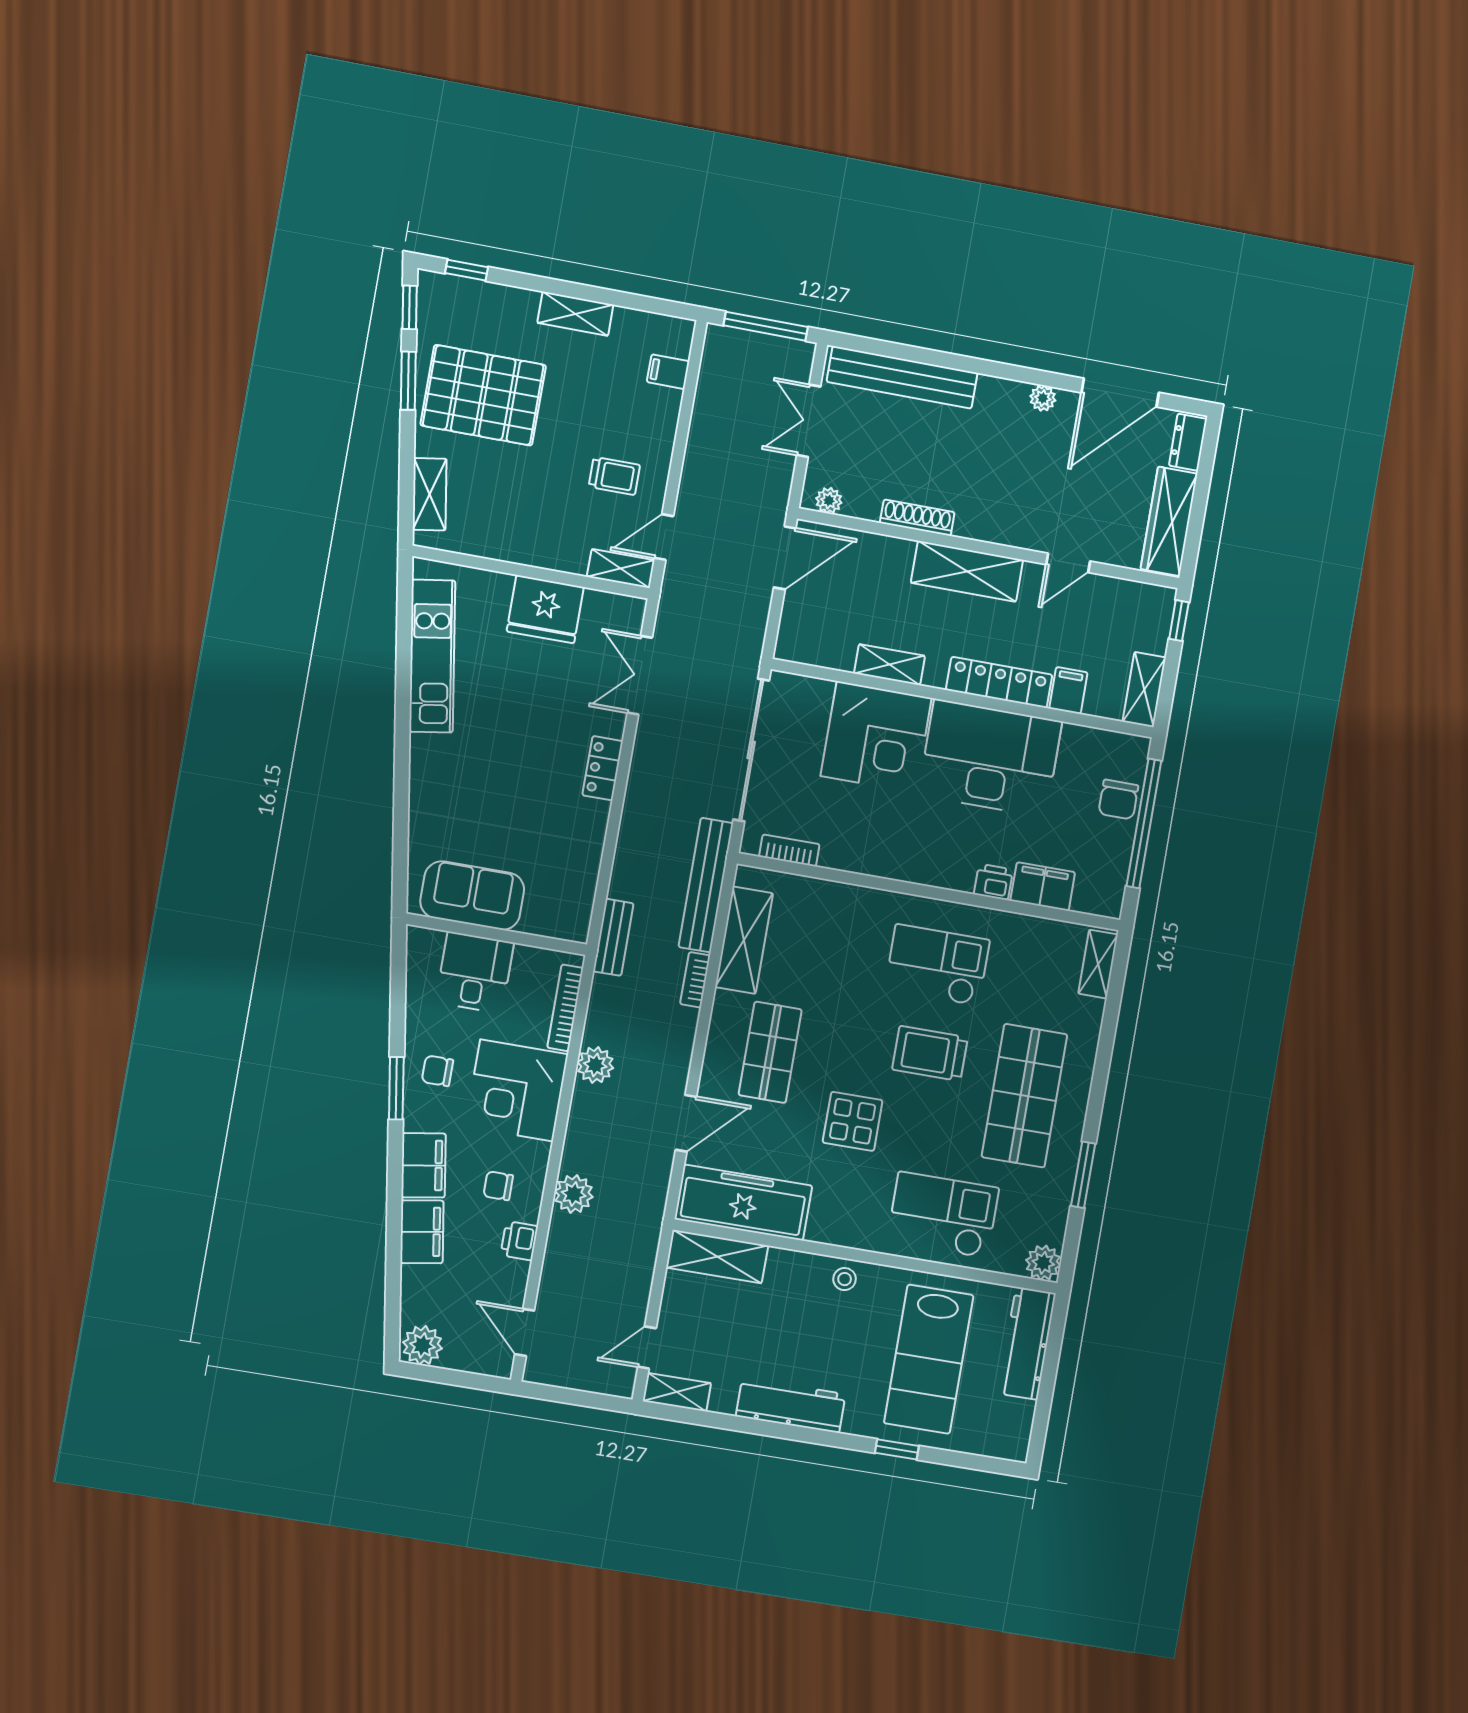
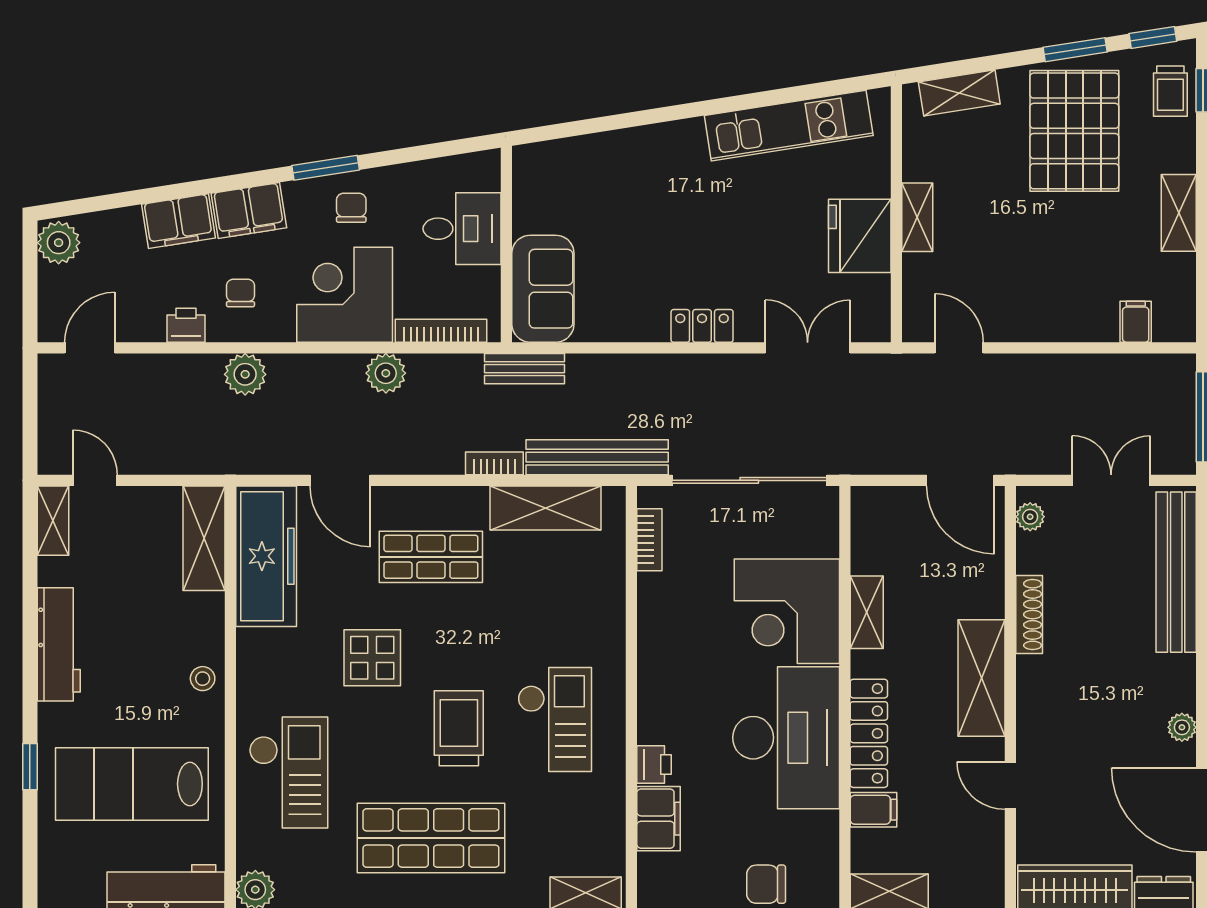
trolley: (614, 476) -> (1170, 91), moved
shelving: (621, 569) -> (917, 217), moved
sofa: (472, 896) -> (543, 289), moved

